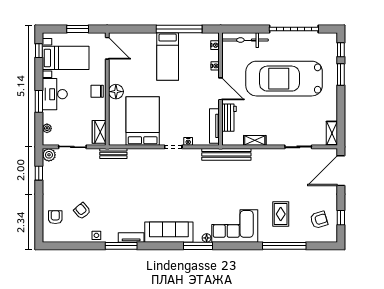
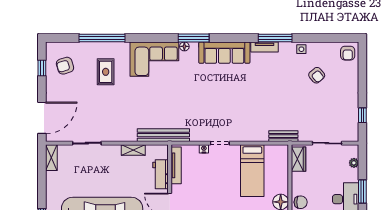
bed: (143, 121) -> (252, 171), width x0.67
plant: (49, 155) -> (352, 135), removed
armchair: (55, 217) -> (348, 53), moved

